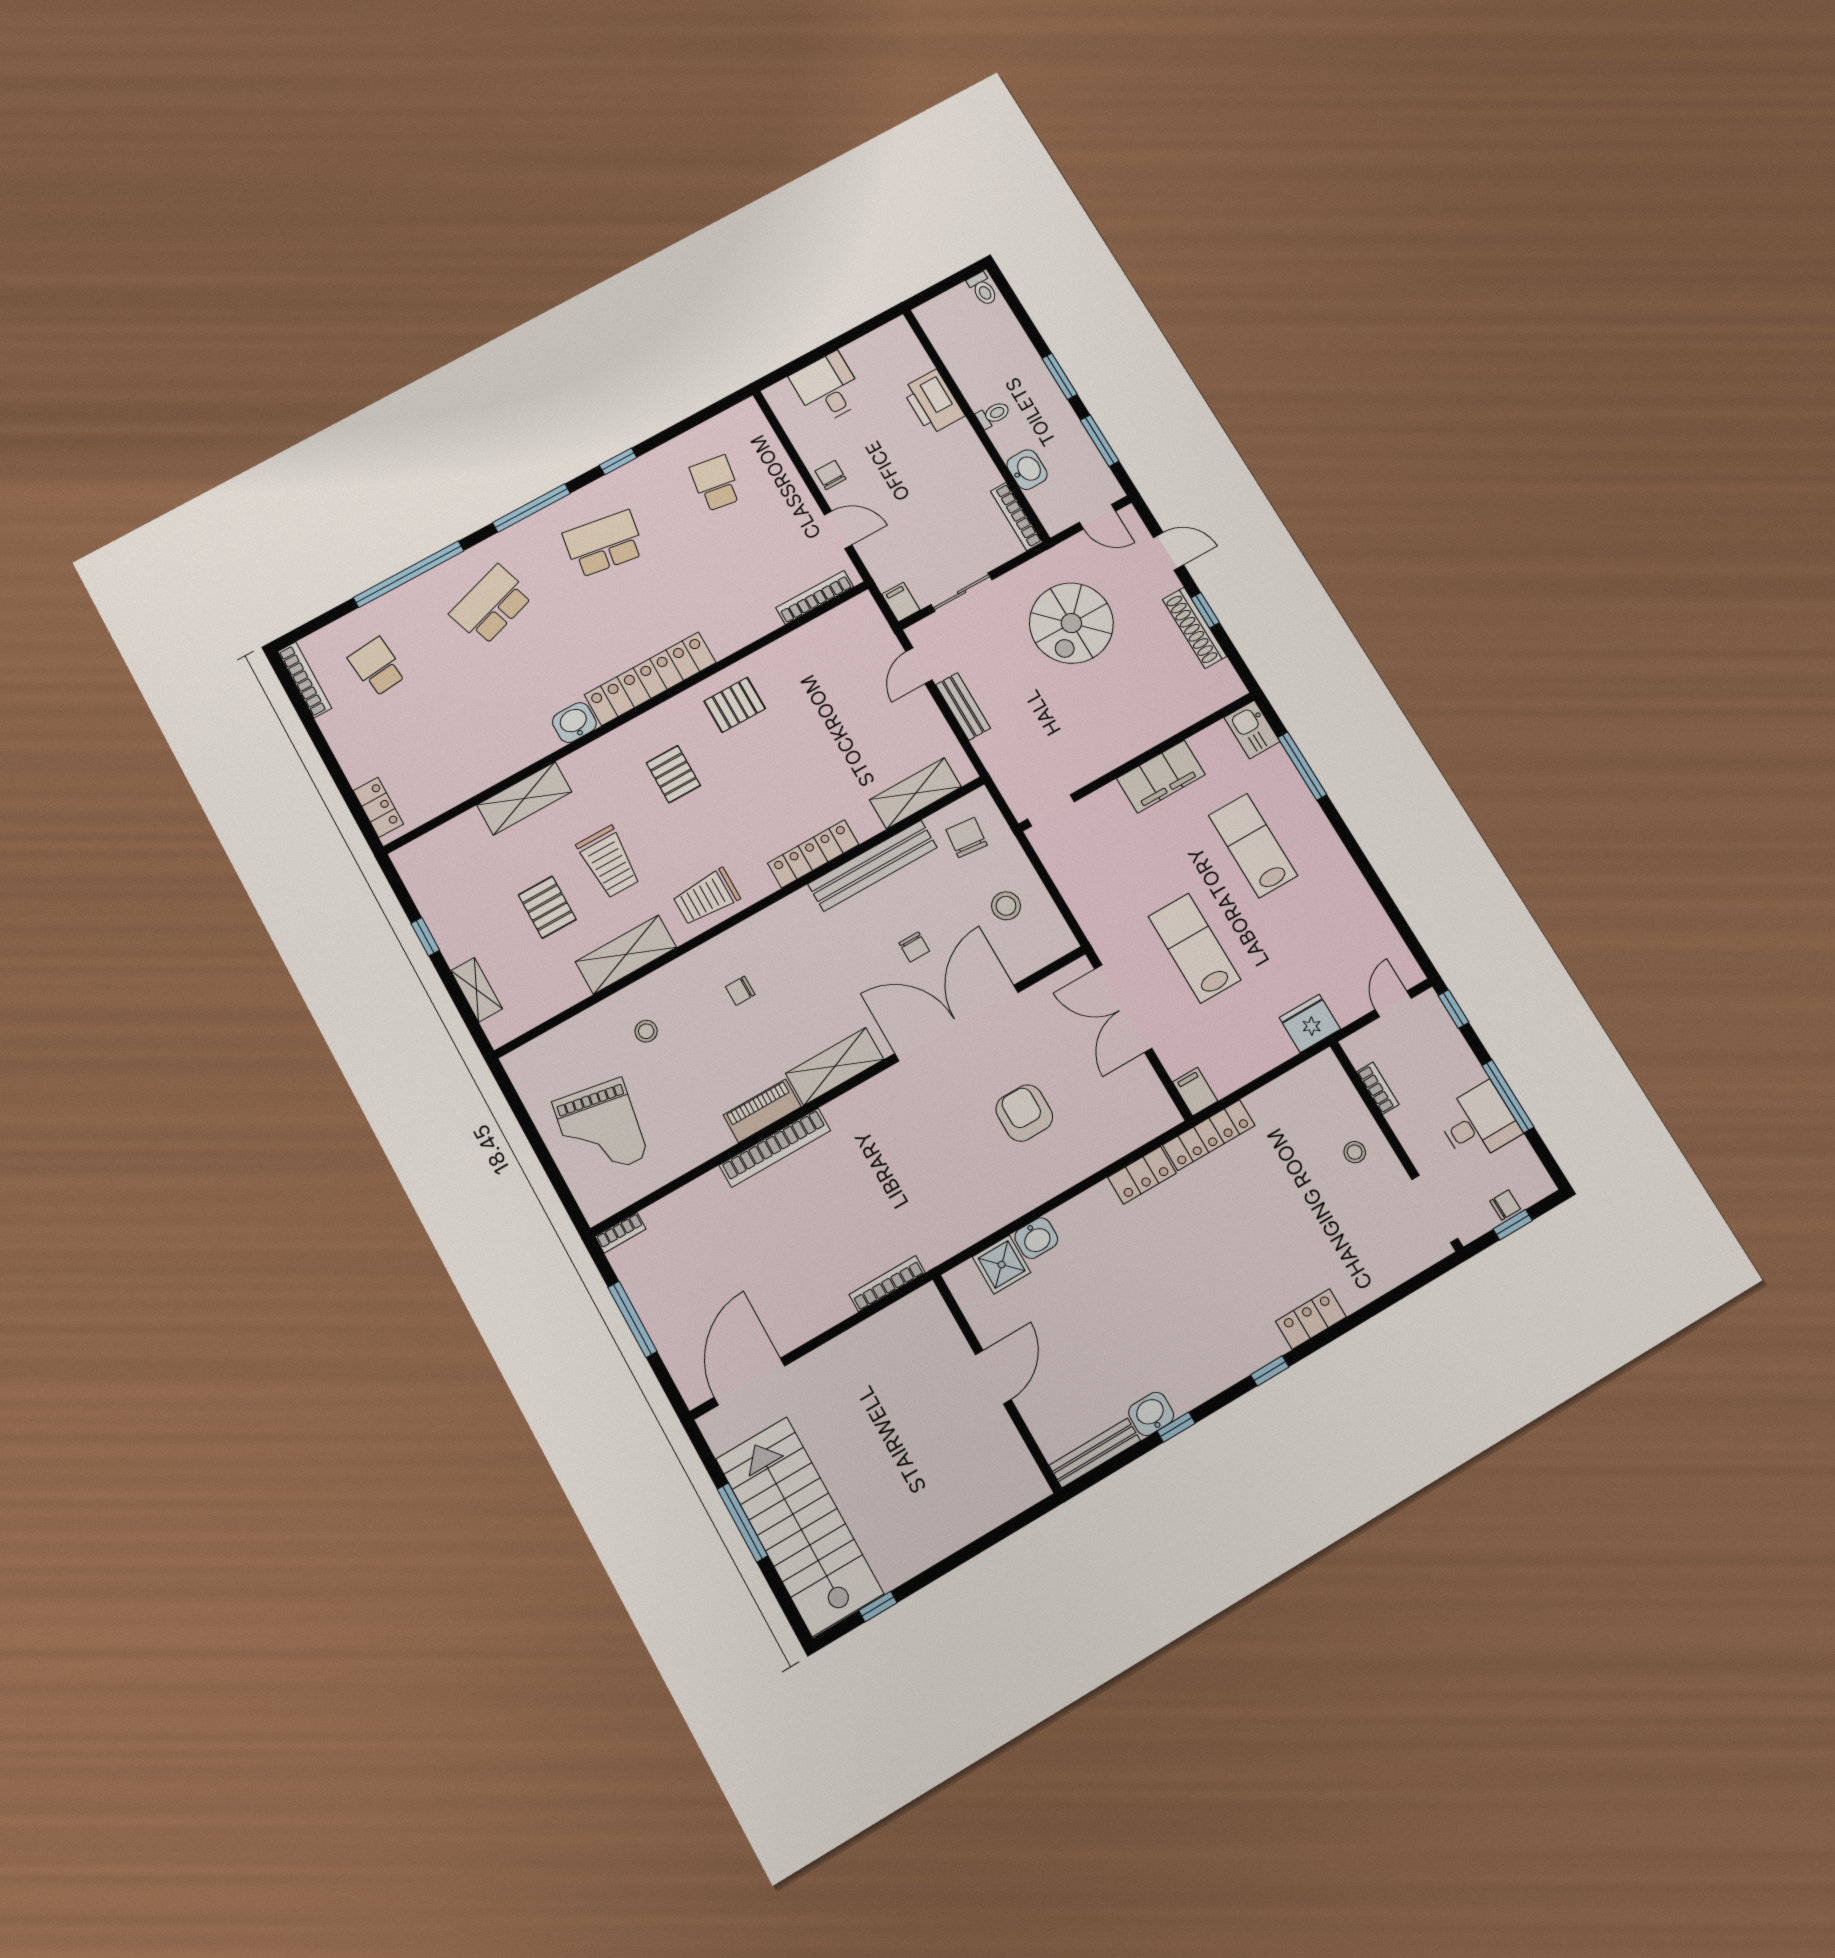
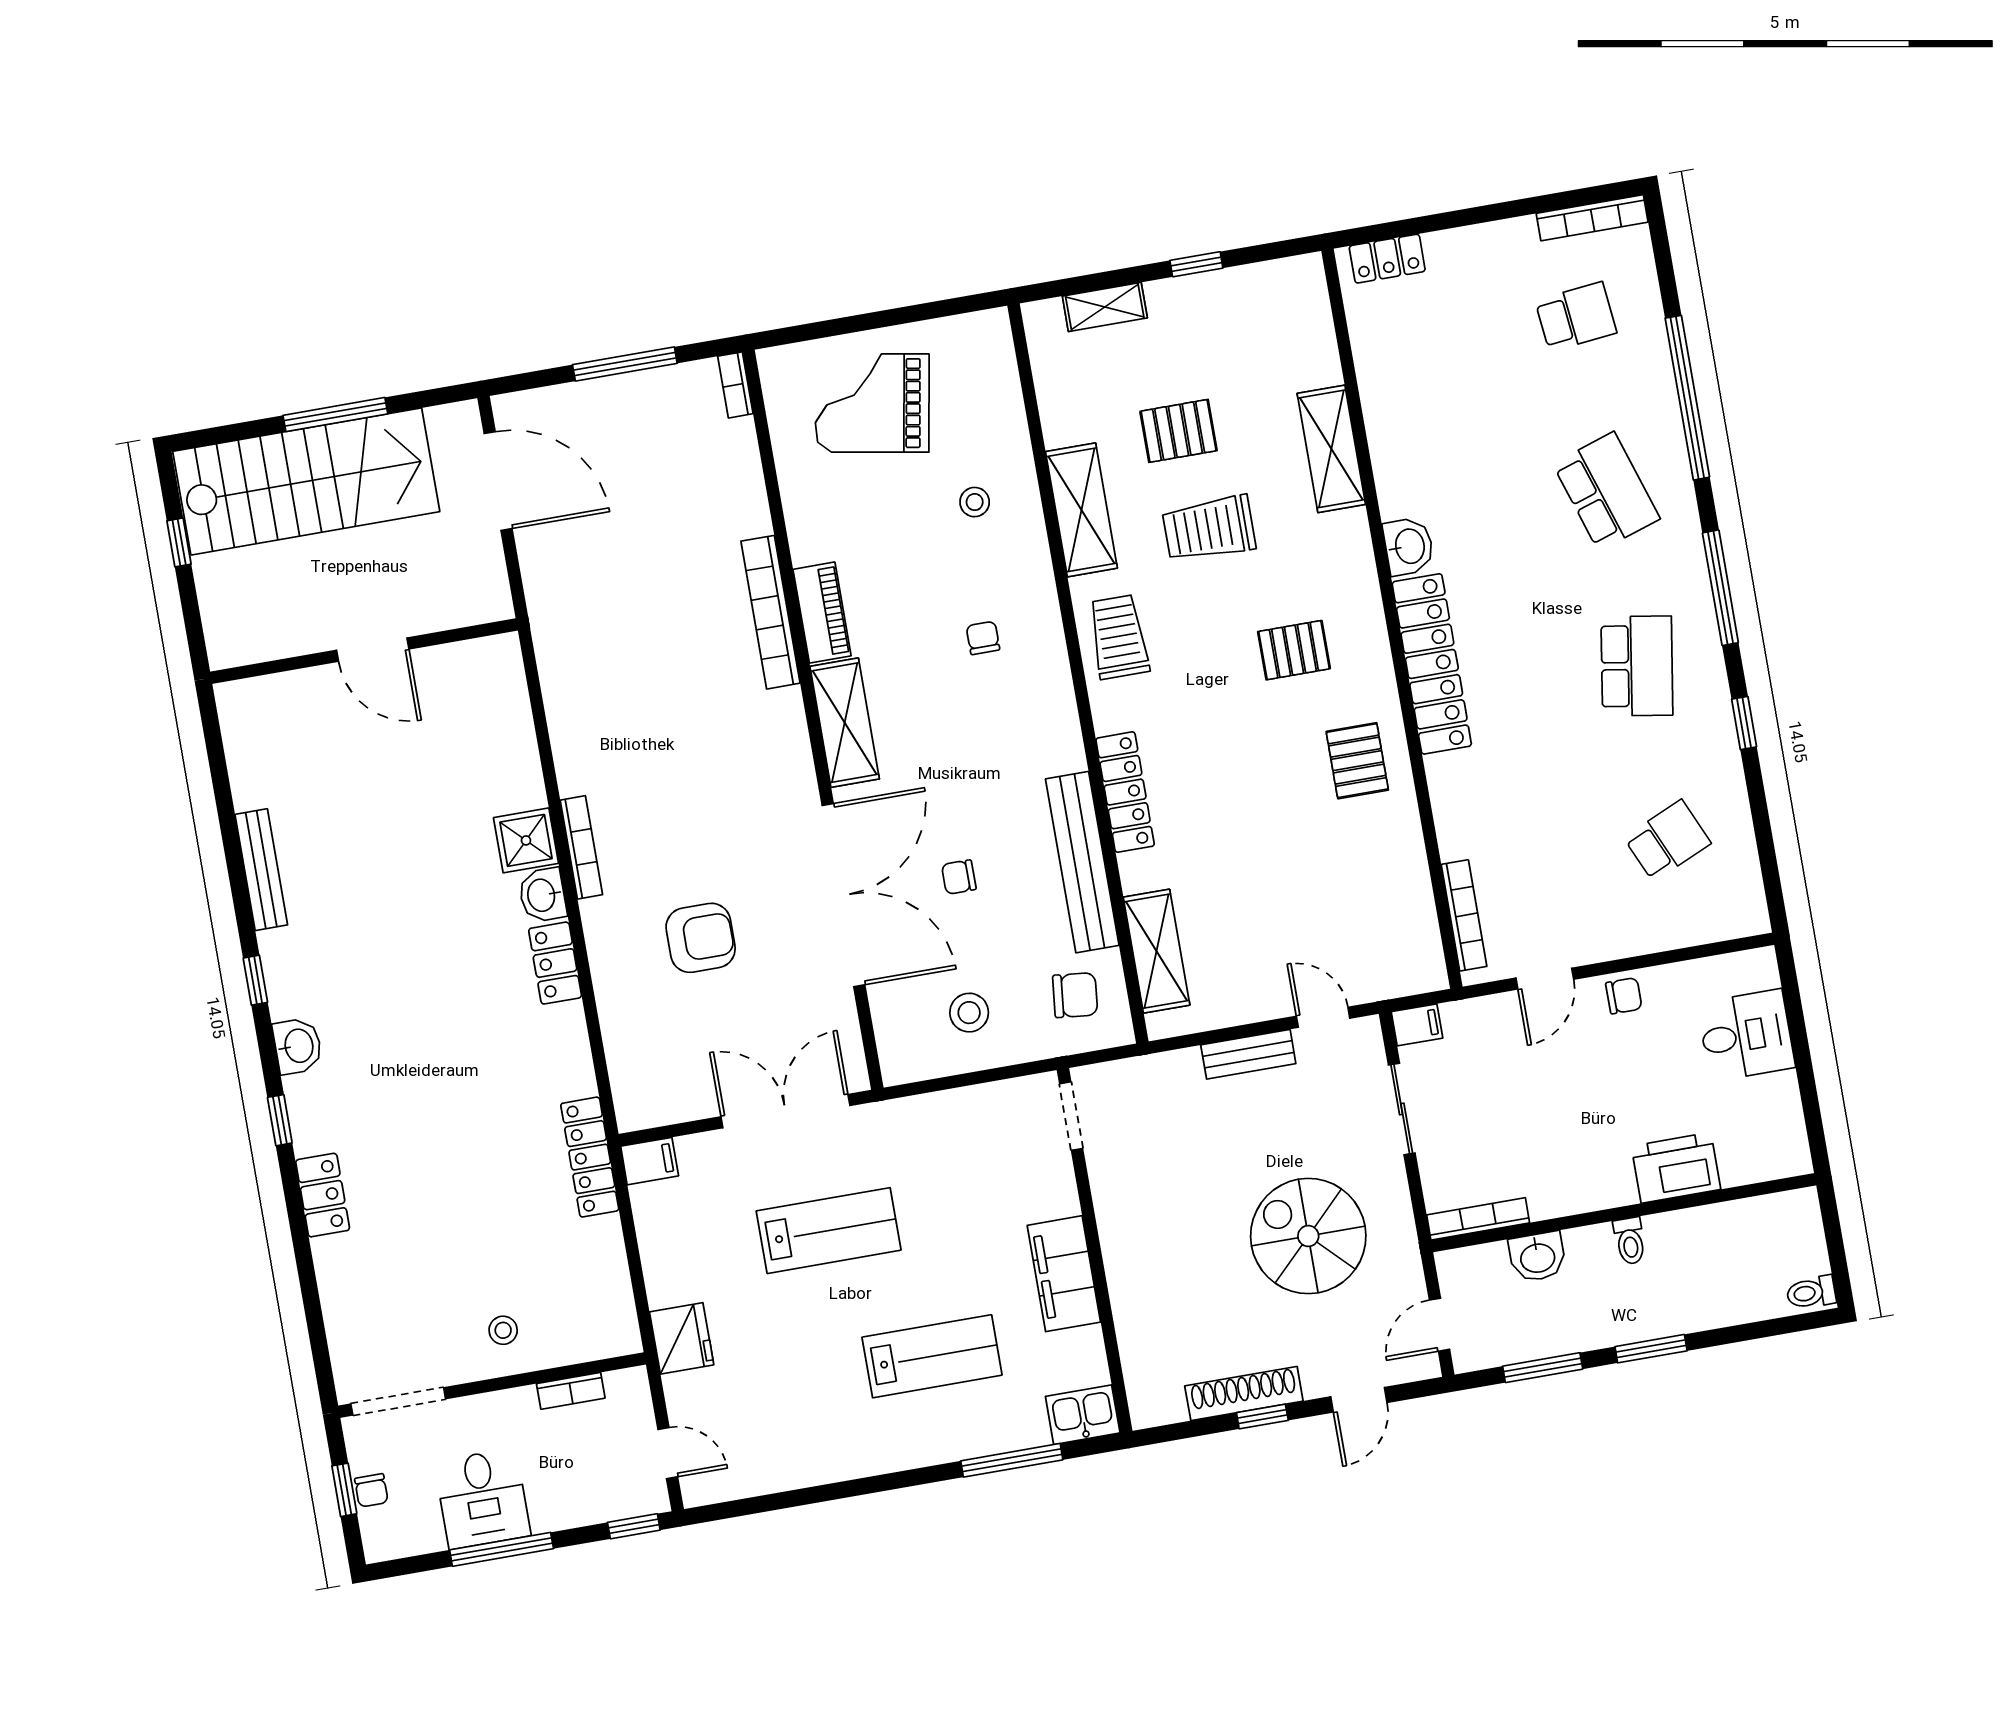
school desk: (715, 483) -> (1667, 841), turned -33
locker: (1142, 1175) -> (555, 963), moved
bookcase: (887, 1284) -> (581, 847), moved
door: (993, 1377) -> (373, 650), moved
wall: (997, 1383) -> (364, 651), moved
washbasin: (1151, 1414) -> (298, 1046), moved

